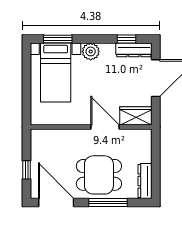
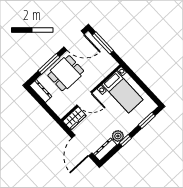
window: (127, 39) -> (125, 140), moved
plant: (91, 51) -> (118, 136), moved
bed with nightstands: (56, 73) -> (122, 92), moved, turned 180
window: (27, 170) -> (103, 43), width x2.17

